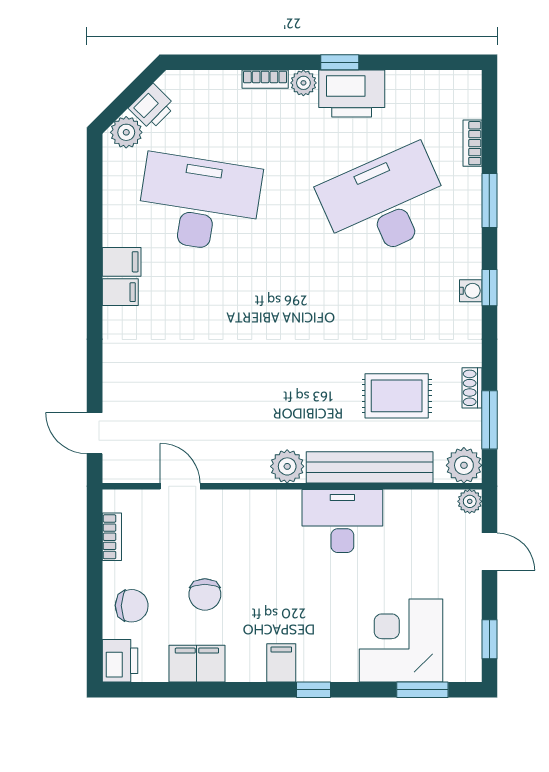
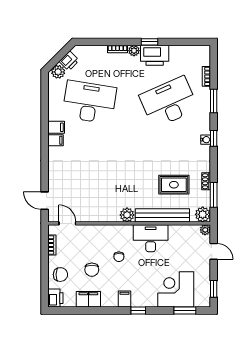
door: (180, 486) -> (67, 223), moved
chair: (268, 564) -> (119, 257), added

